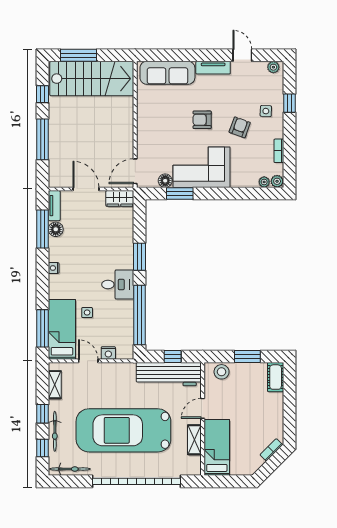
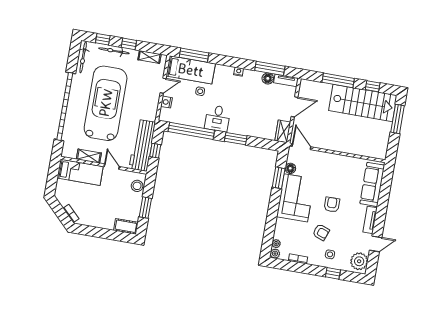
plant: (273, 67) -> (359, 261), width x1.88, depth x1.88
stairs: (92, 79) -> (363, 103), moved, turned -90

